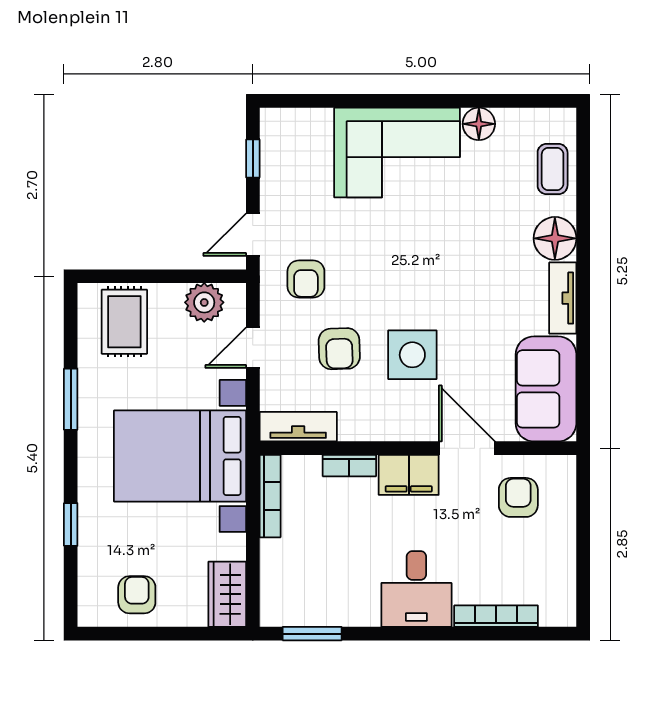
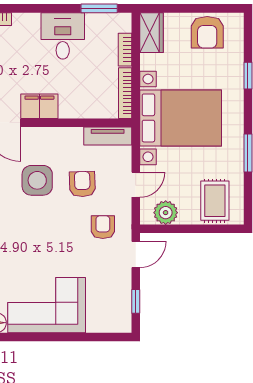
bookcase: (349, 466) -> (125, 50), moved, turned -90
desk: (416, 589) -> (63, 36), moved
armchair: (137, 595) -> (207, 32), width x1.38, depth x1.38

